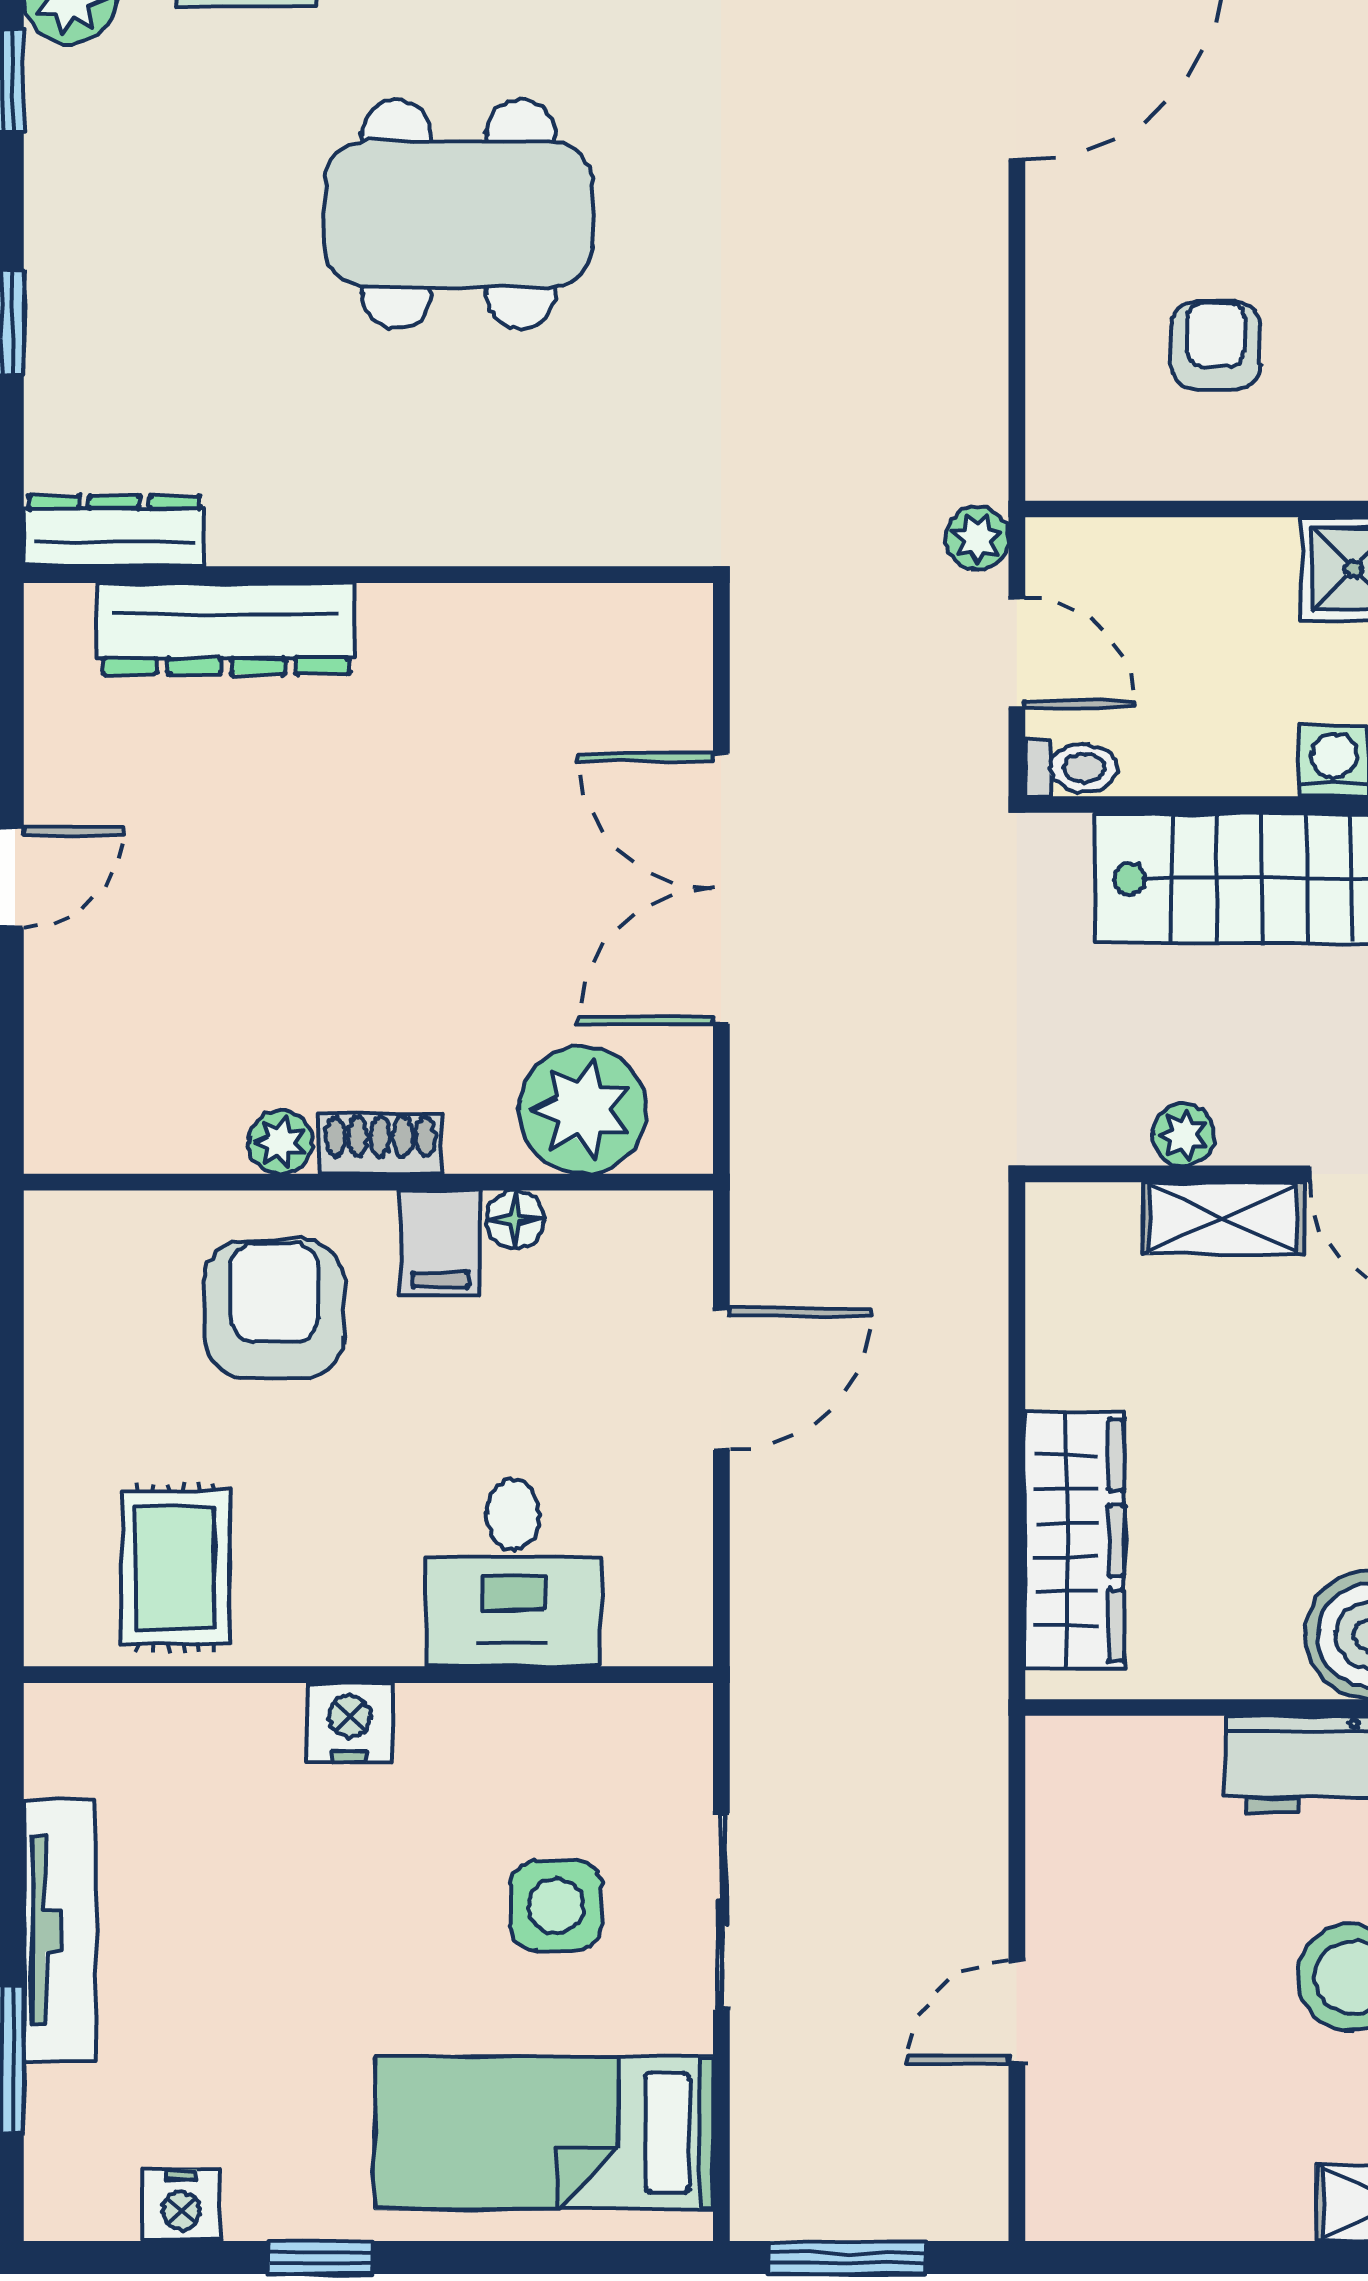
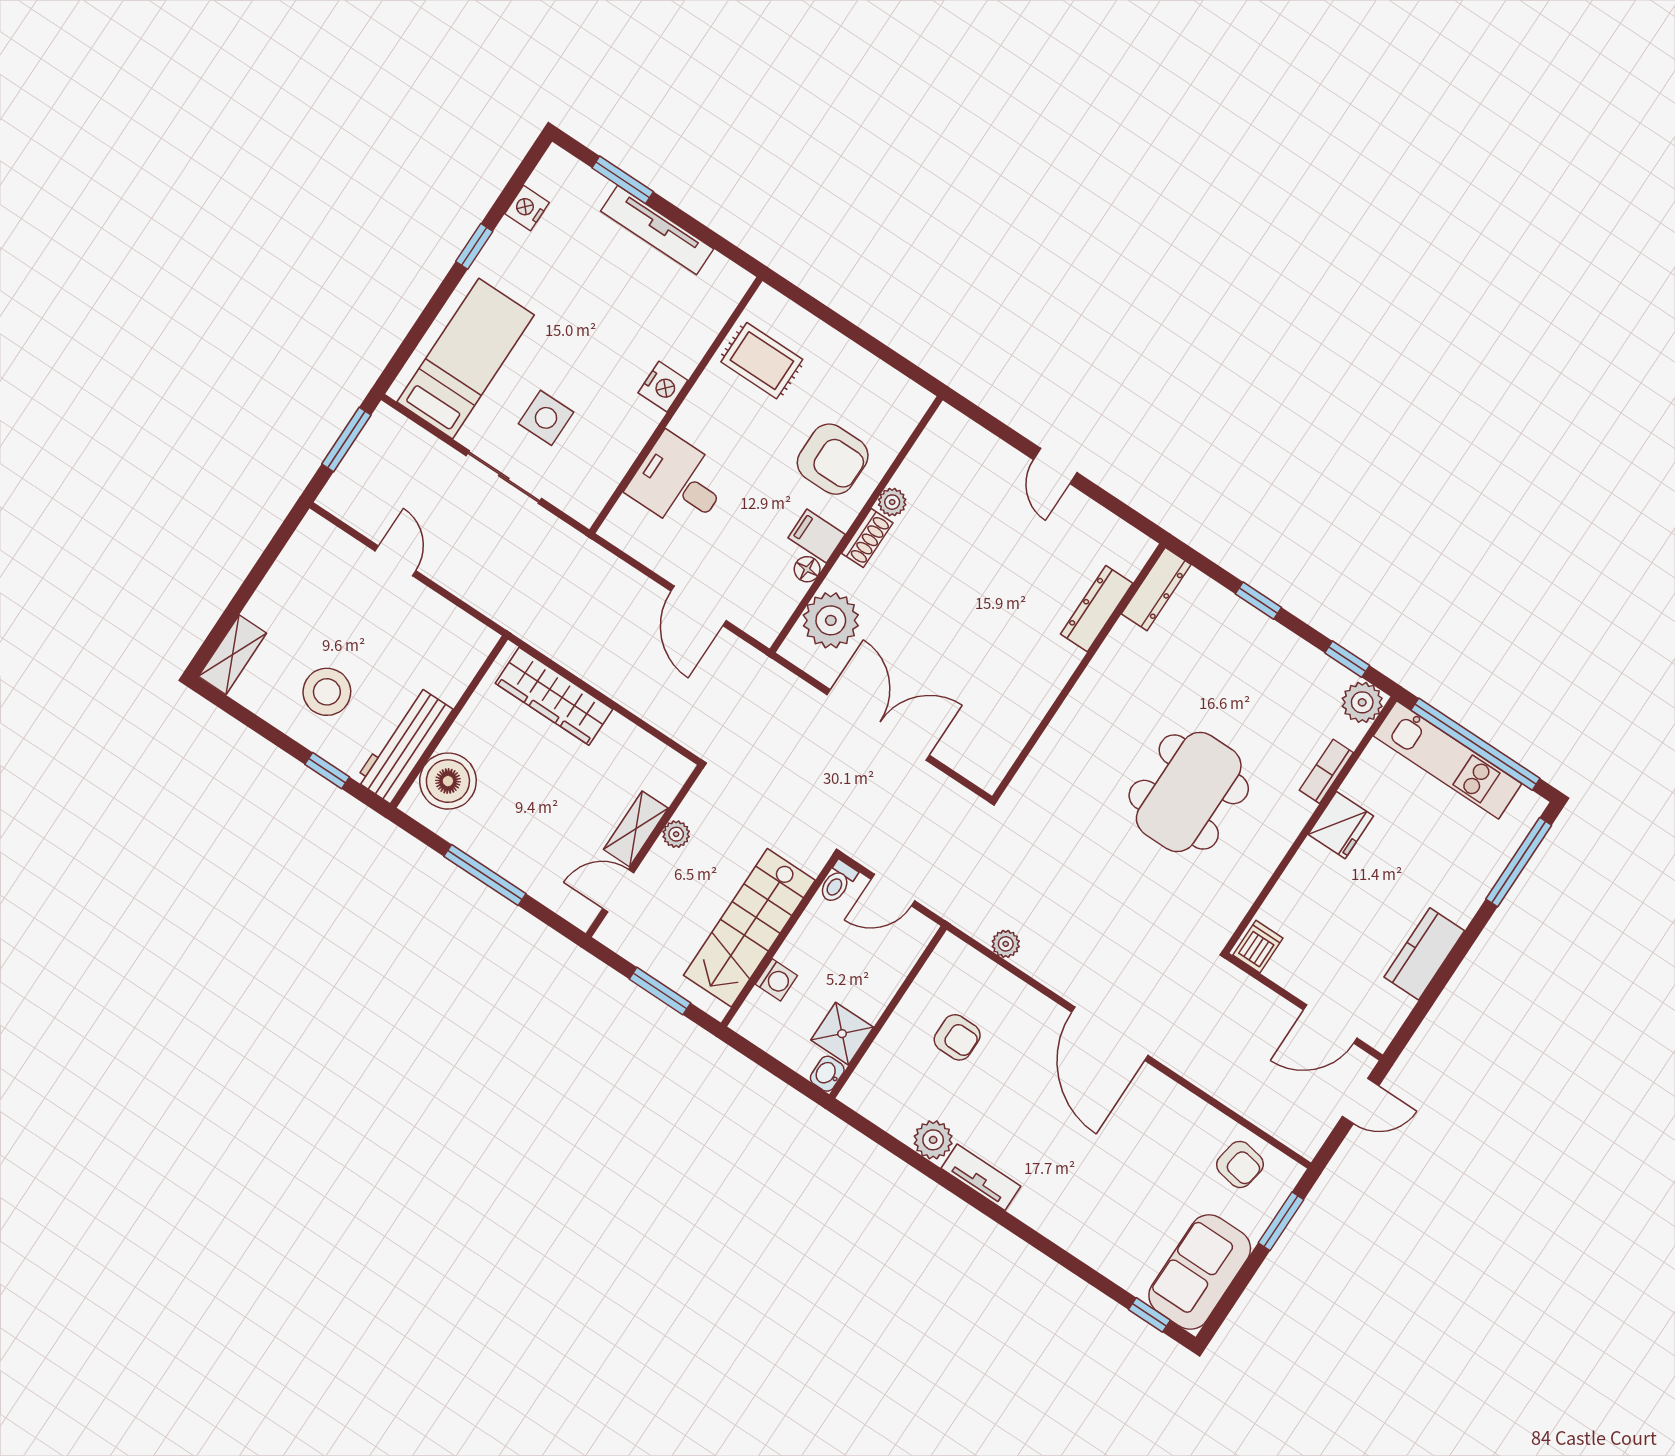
plant: (977, 538) -> (1006, 944), moved
dresser: (226, 629) -> (1097, 609), width x0.73, depth x0.80

